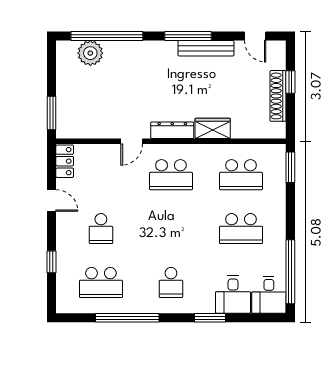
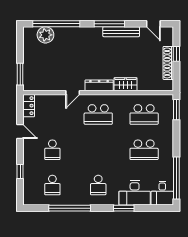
school desk: (101, 283) -> (52, 185), width x0.54
desk: (233, 295) -> (135, 193), width x1.37

